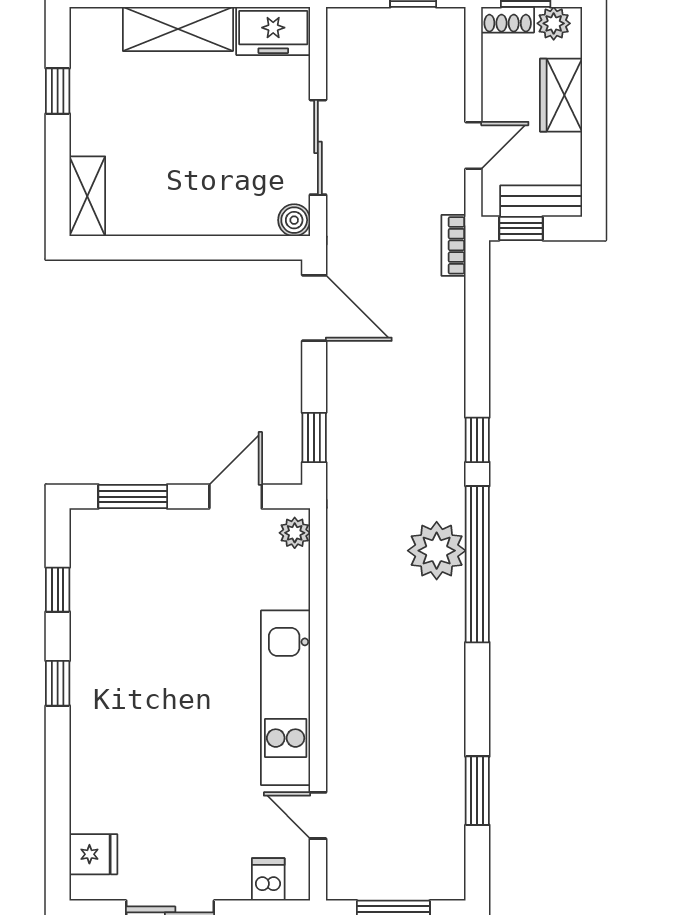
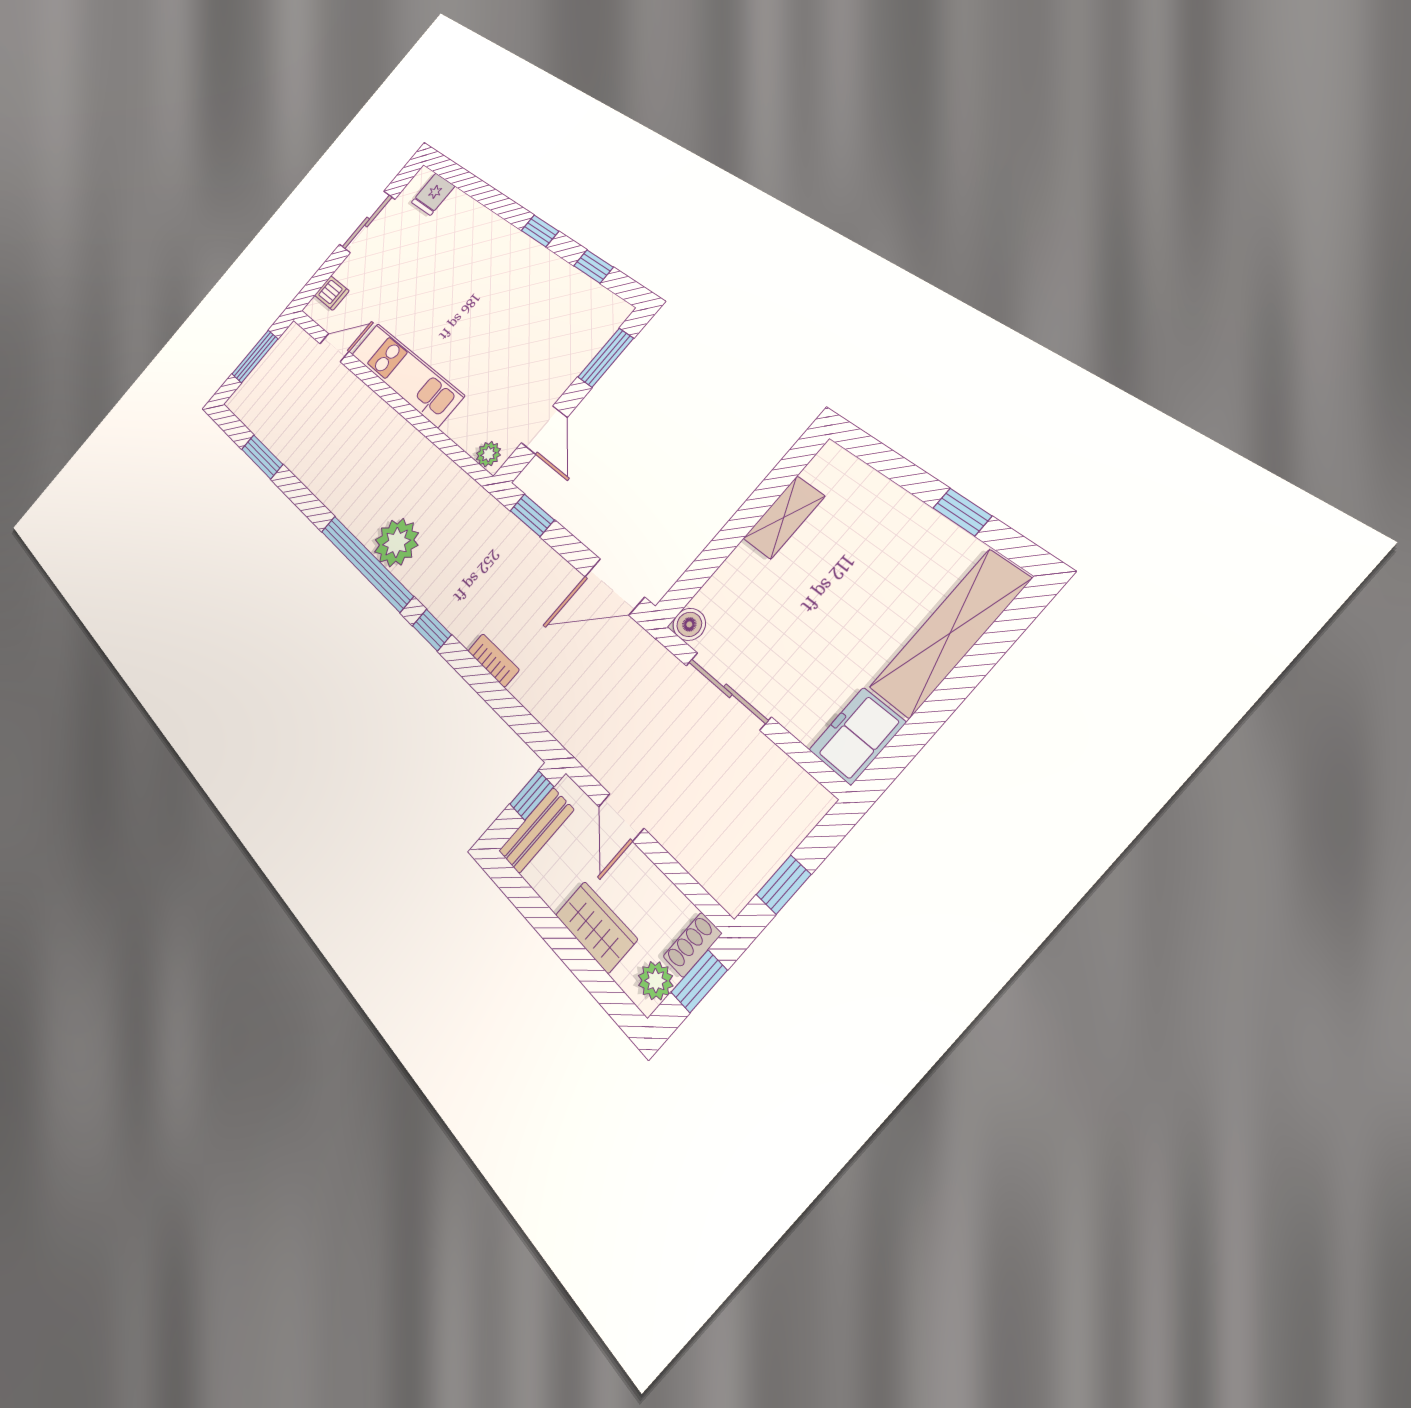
shelving: (178, 29) -> (950, 633), width x1.47
shelving: (87, 196) -> (784, 517), moved, turned 90
bookcase: (453, 245) -> (493, 660), moved

